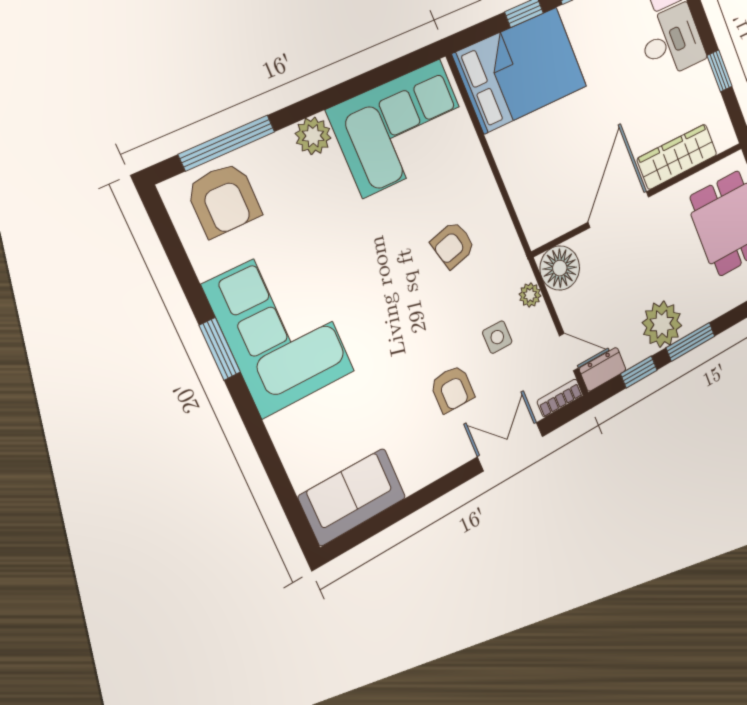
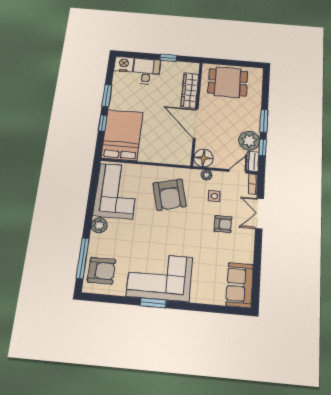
armchair: (453, 245) -> (170, 195), width x1.88, depth x1.88
plant: (662, 324) -> (249, 141), moved

